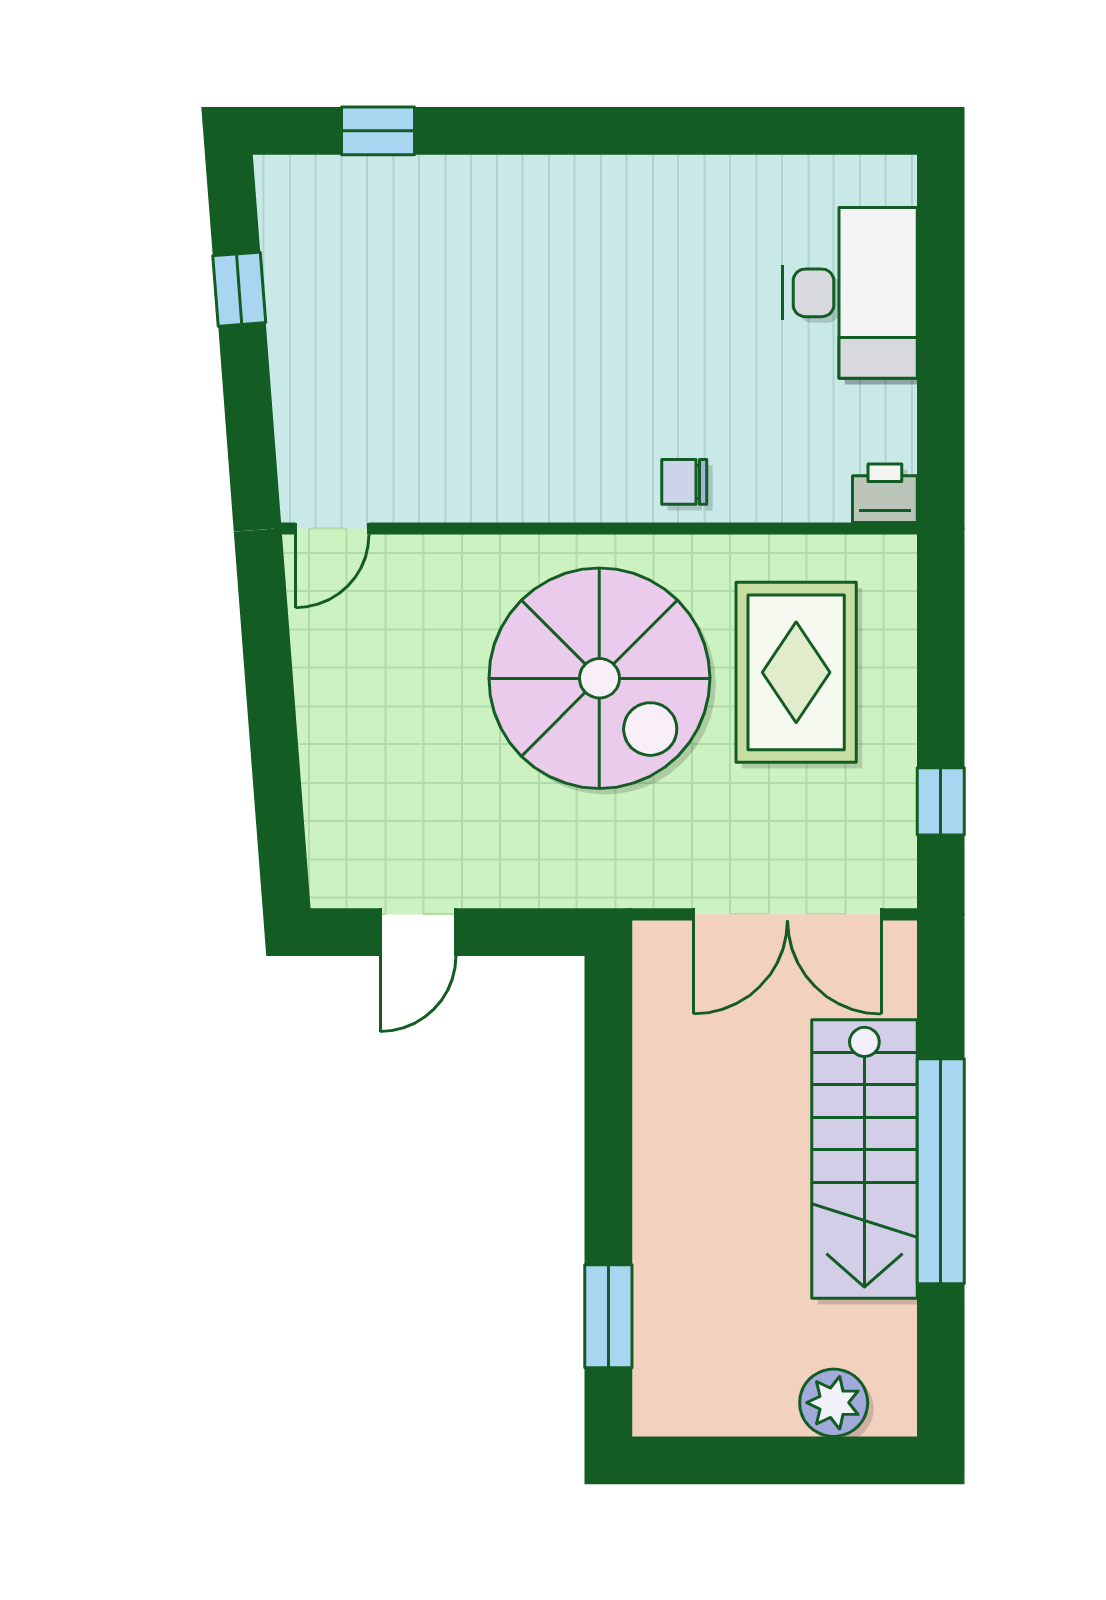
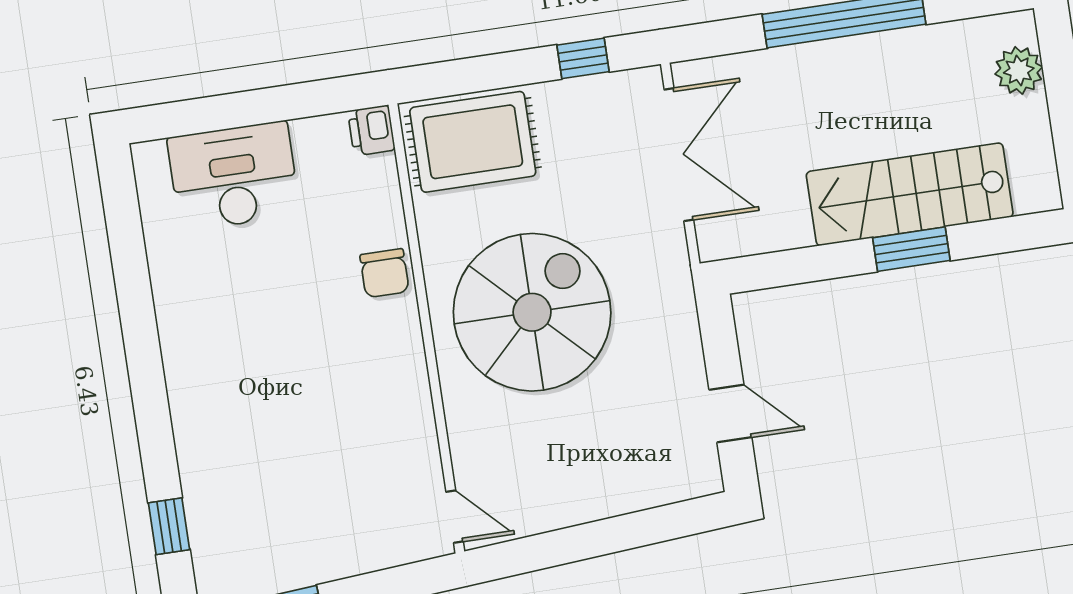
chair: (684, 482) -> (384, 273), width x1.37, depth x1.37
rug: (796, 672) -> (473, 142), moved
stairs: (864, 1159) -> (910, 194), moved, turned 180
window: (608, 1316) -> (911, 249), moved

